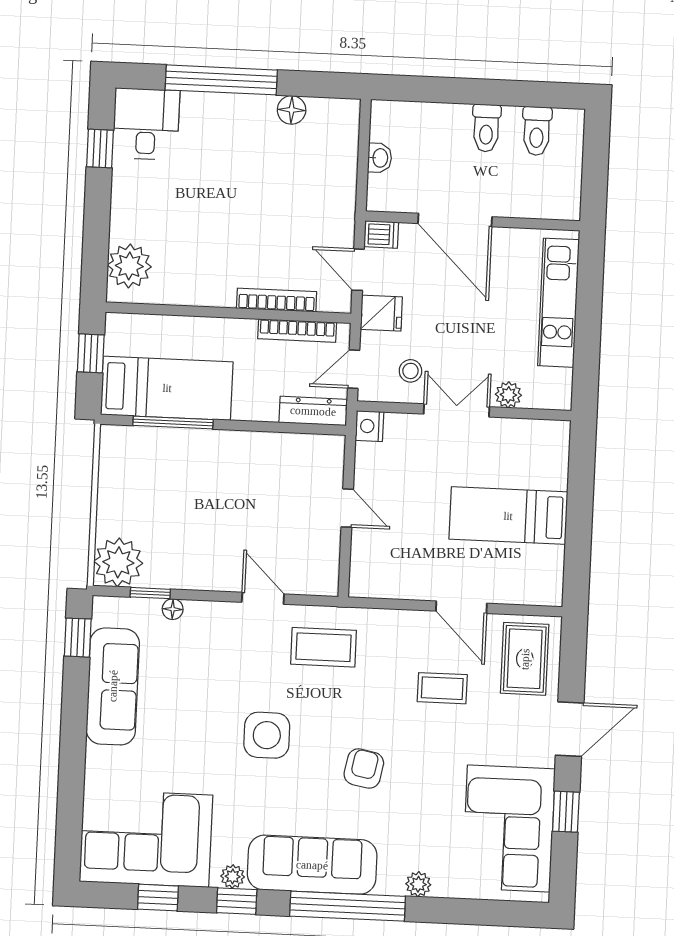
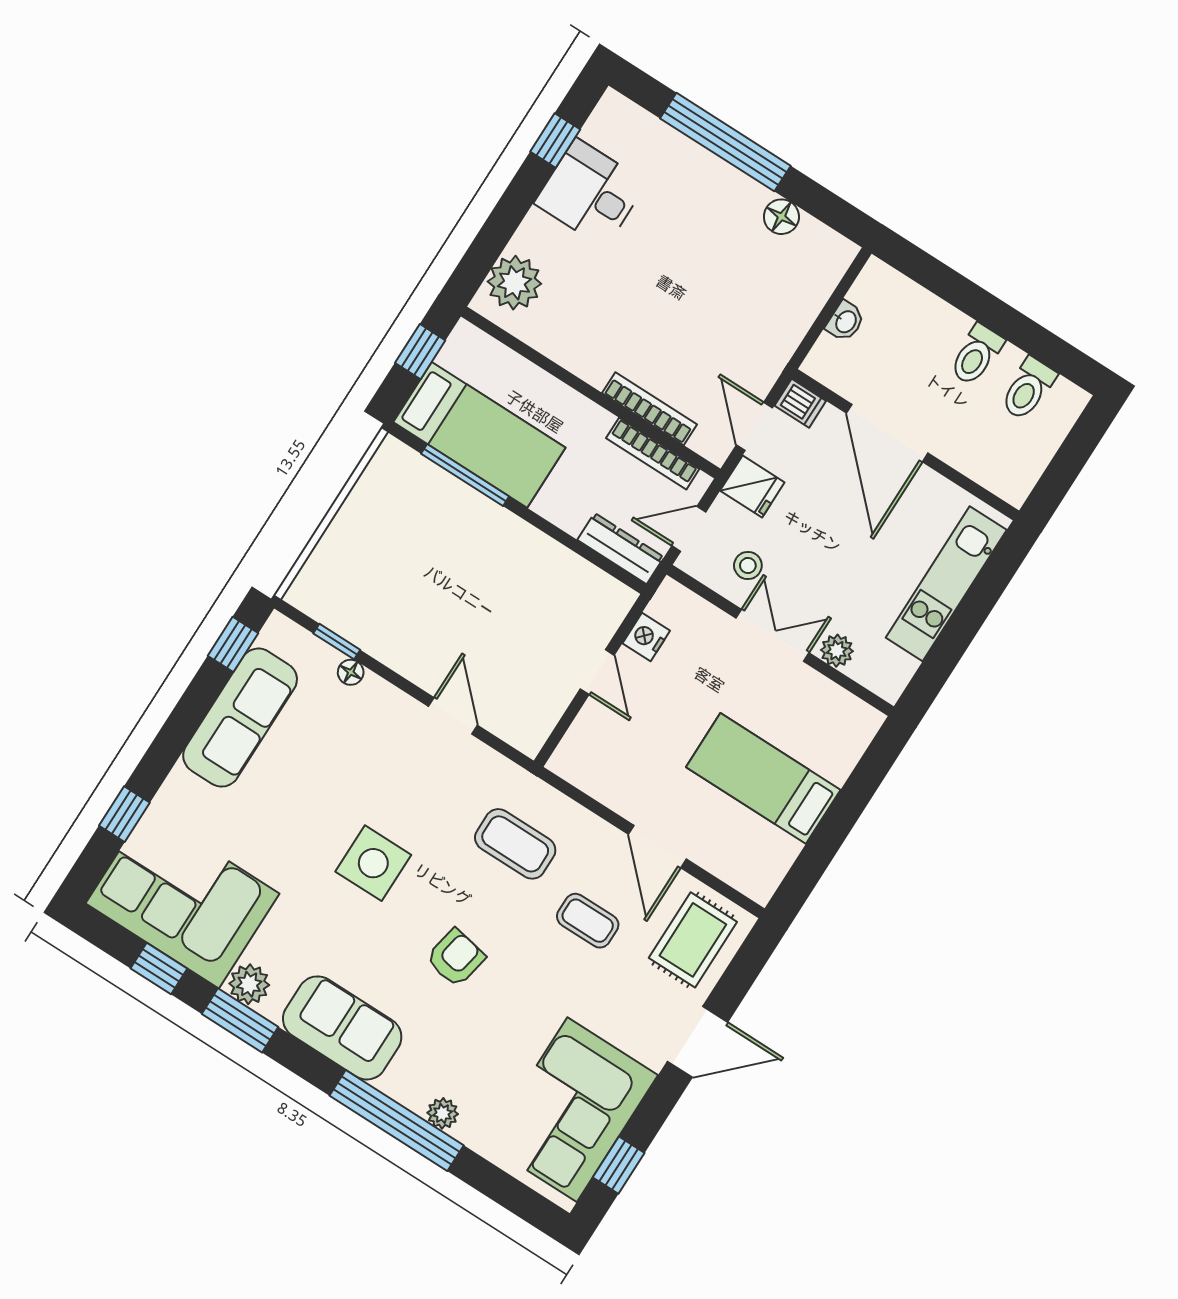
desk: (146, 124) -> (590, 193), moved, turned -90
nightstand: (369, 426) -> (646, 637), moved
plant: (118, 562) -> (322, 590), removed
coffee table: (324, 647) -> (515, 844), moved
window: (70, 802) -> (124, 814), added
window: (566, 812) -> (619, 1165), moved
sofa: (312, 865) -> (342, 1028), width x0.73
plant: (233, 876) -> (249, 984), width x1.38, depth x1.38
window: (237, 901) -> (240, 1020), width x1.50
window: (348, 906) -> (397, 1120), moved

